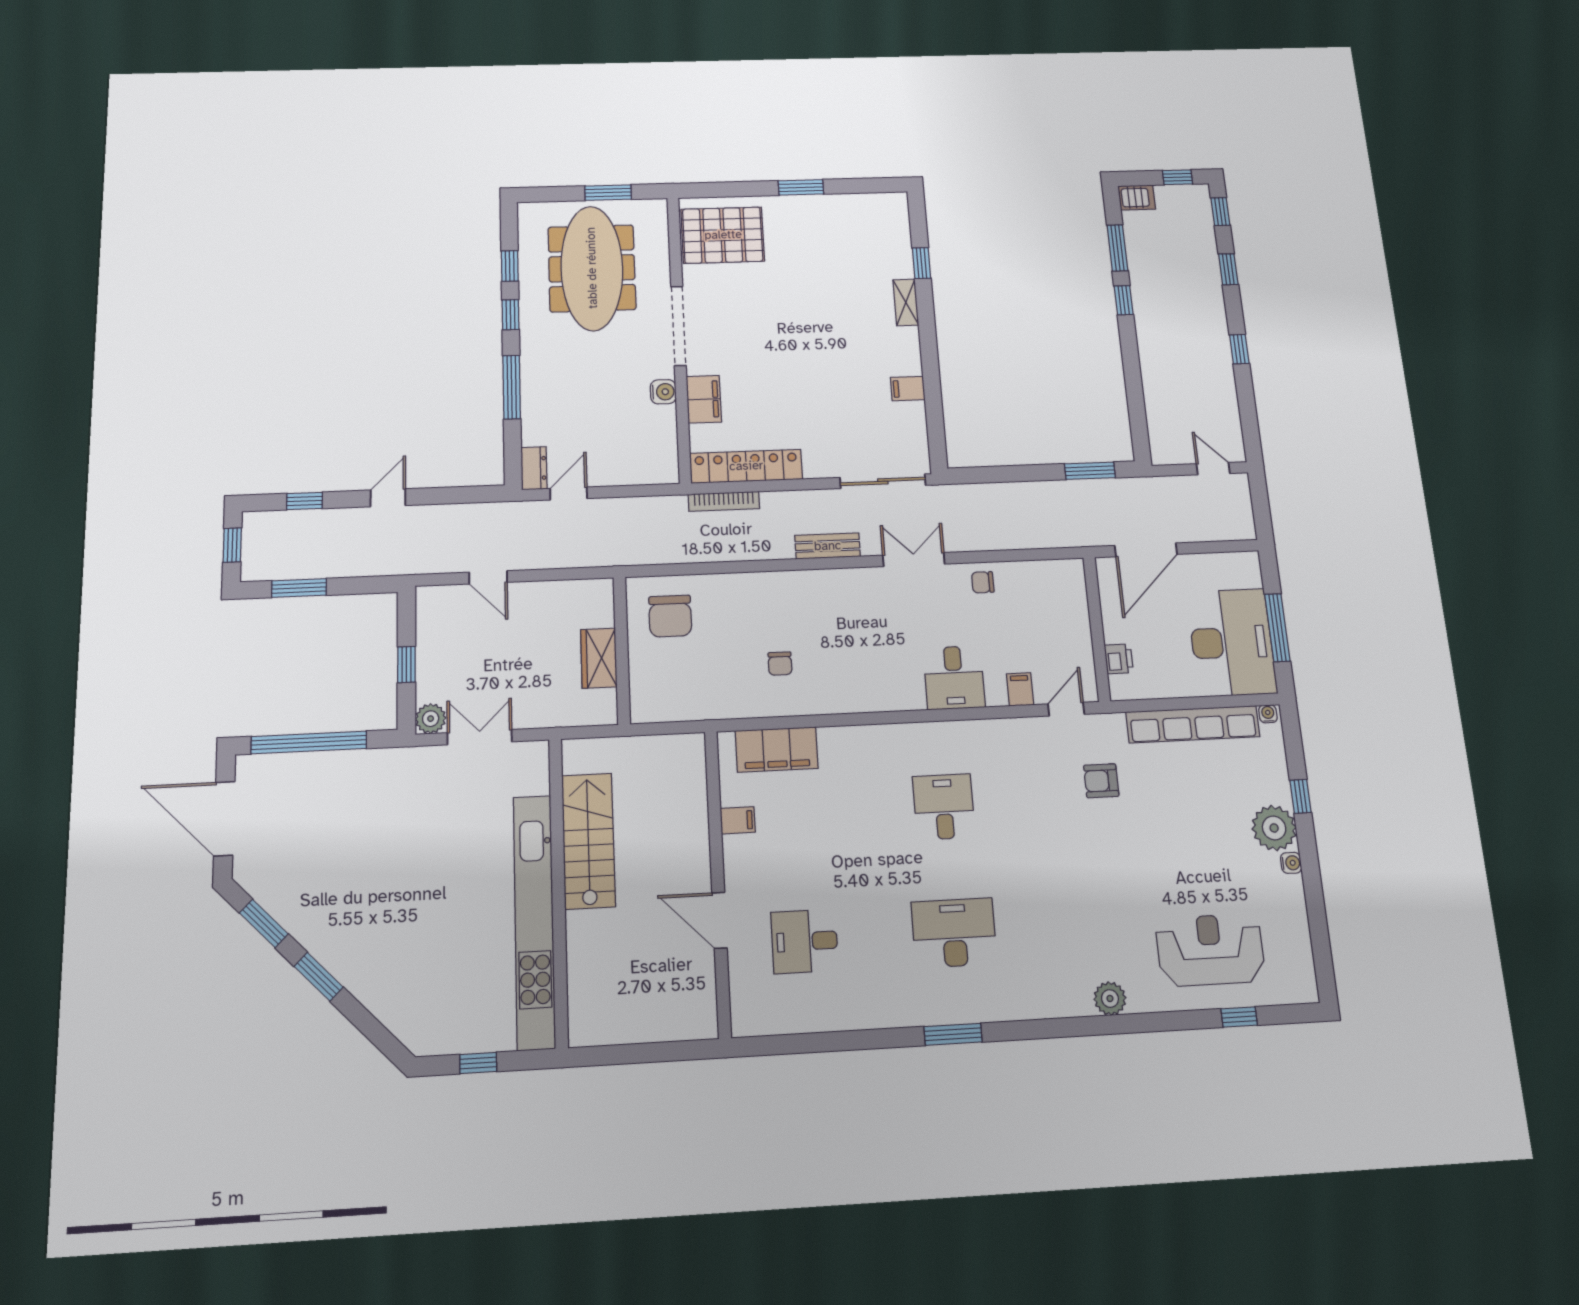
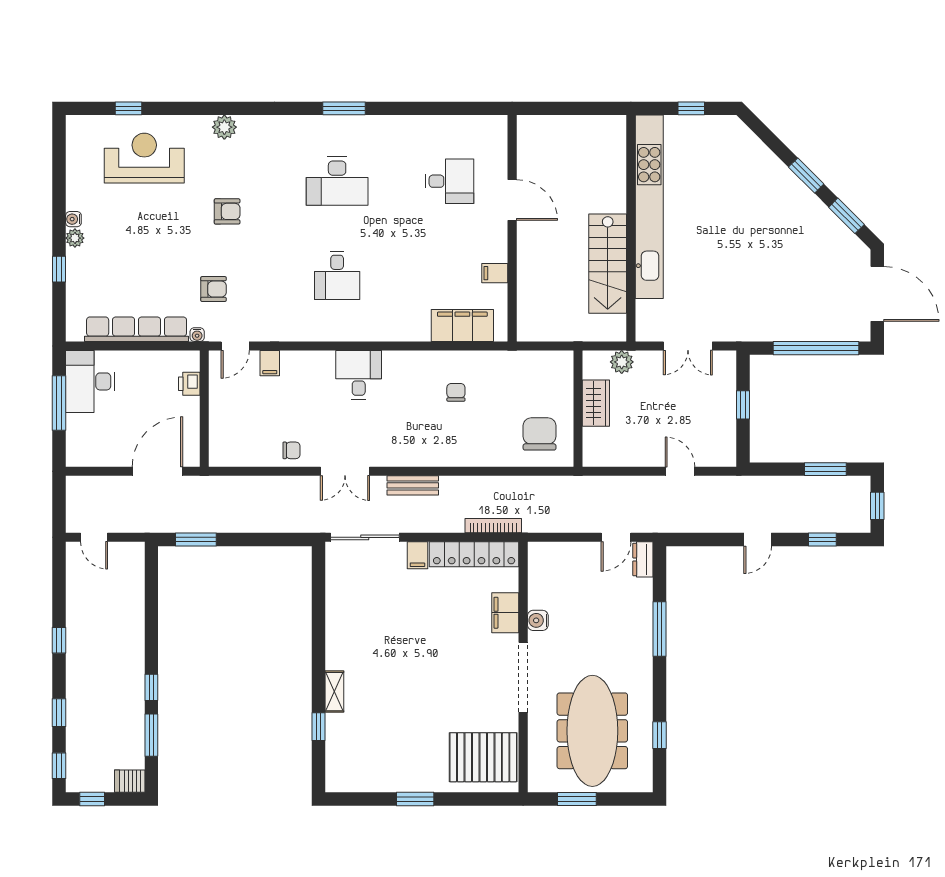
window: (511, 315) -> (659, 692), removed
filing cabinet: (908, 389) -> (417, 555), moved, turned 90
desk: (1232, 642) -> (90, 381), width x0.73, depth x0.77
desk: (954, 678) -> (359, 375), moved
water cooler: (1268, 714) -> (197, 335), moved
plant: (431, 719) -> (622, 362), moved
plant: (1274, 828) -> (75, 238), width x0.53, depth x0.53
armchair: (1094, 884) -> (227, 211), added
reception desk: (1210, 950) -> (144, 158), turned 180

